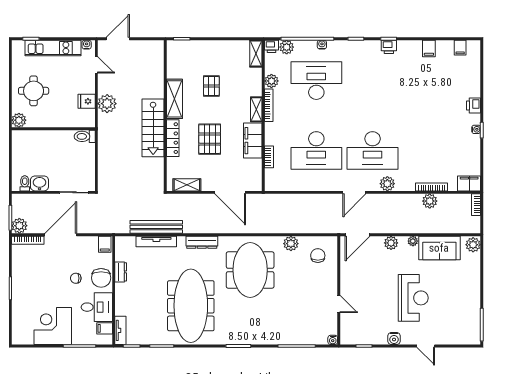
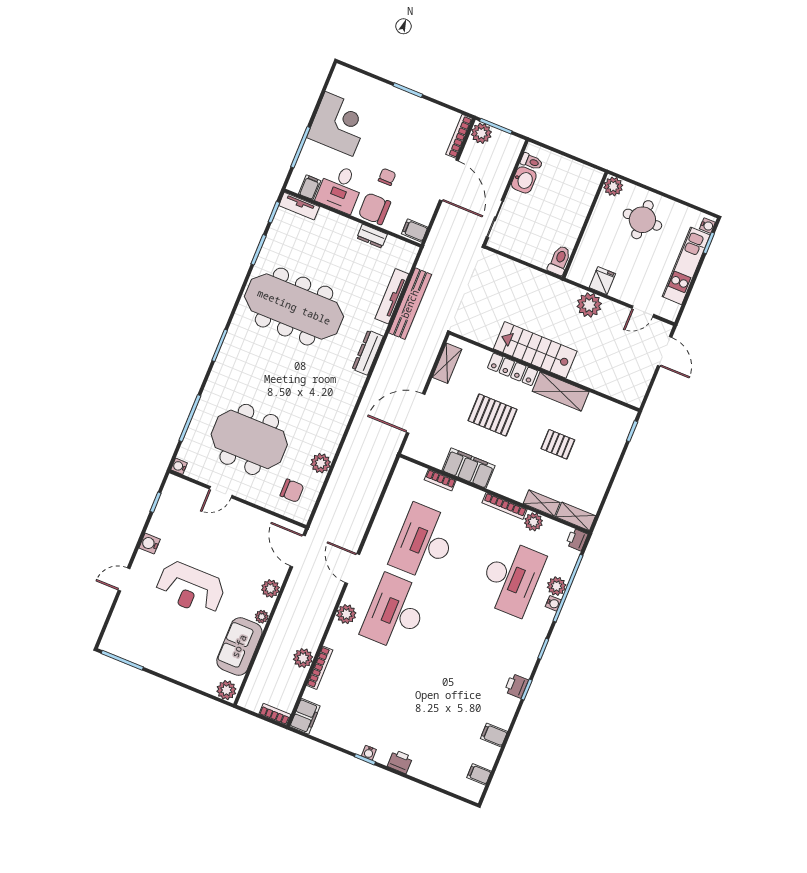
water cooler: (87, 45) -> (707, 226), moved
plant: (287, 47) -> (557, 586), moved
shelving: (256, 109) -> (542, 503), moved
meeting table: (250, 270) -> (249, 439), moved

